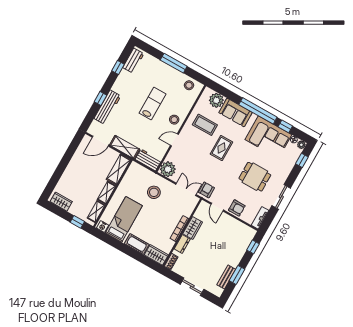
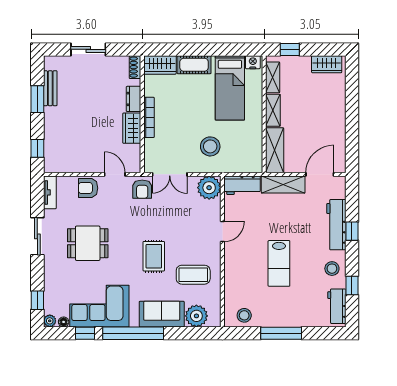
stool: (174, 120) -> (332, 269), moved

